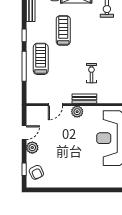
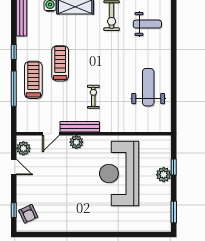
treadmill: (63, 30) -> (60, 63), moved
bench: (84, 99) -> (80, 127), width x1.36
door: (24, 133) -> (14, 167), hinge flipped
plant: (32, 148) -> (23, 148), moved

